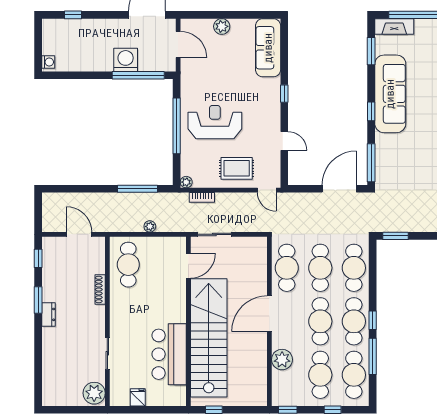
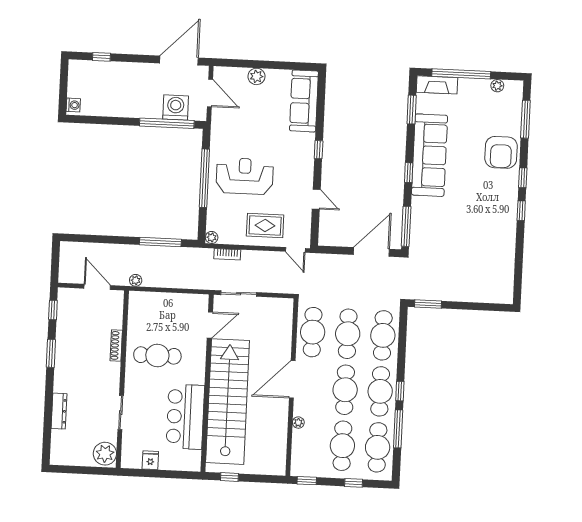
washing machine: (126, 60) -> (176, 108), moved
plant: (150, 226) -> (136, 280), moved
cafe table: (128, 265) -> (157, 355), moved, turned 90
dresser: (48, 314) -> (59, 411), moved, width x1.44
plant: (282, 360) -> (298, 423), width x0.53, depth x0.53

